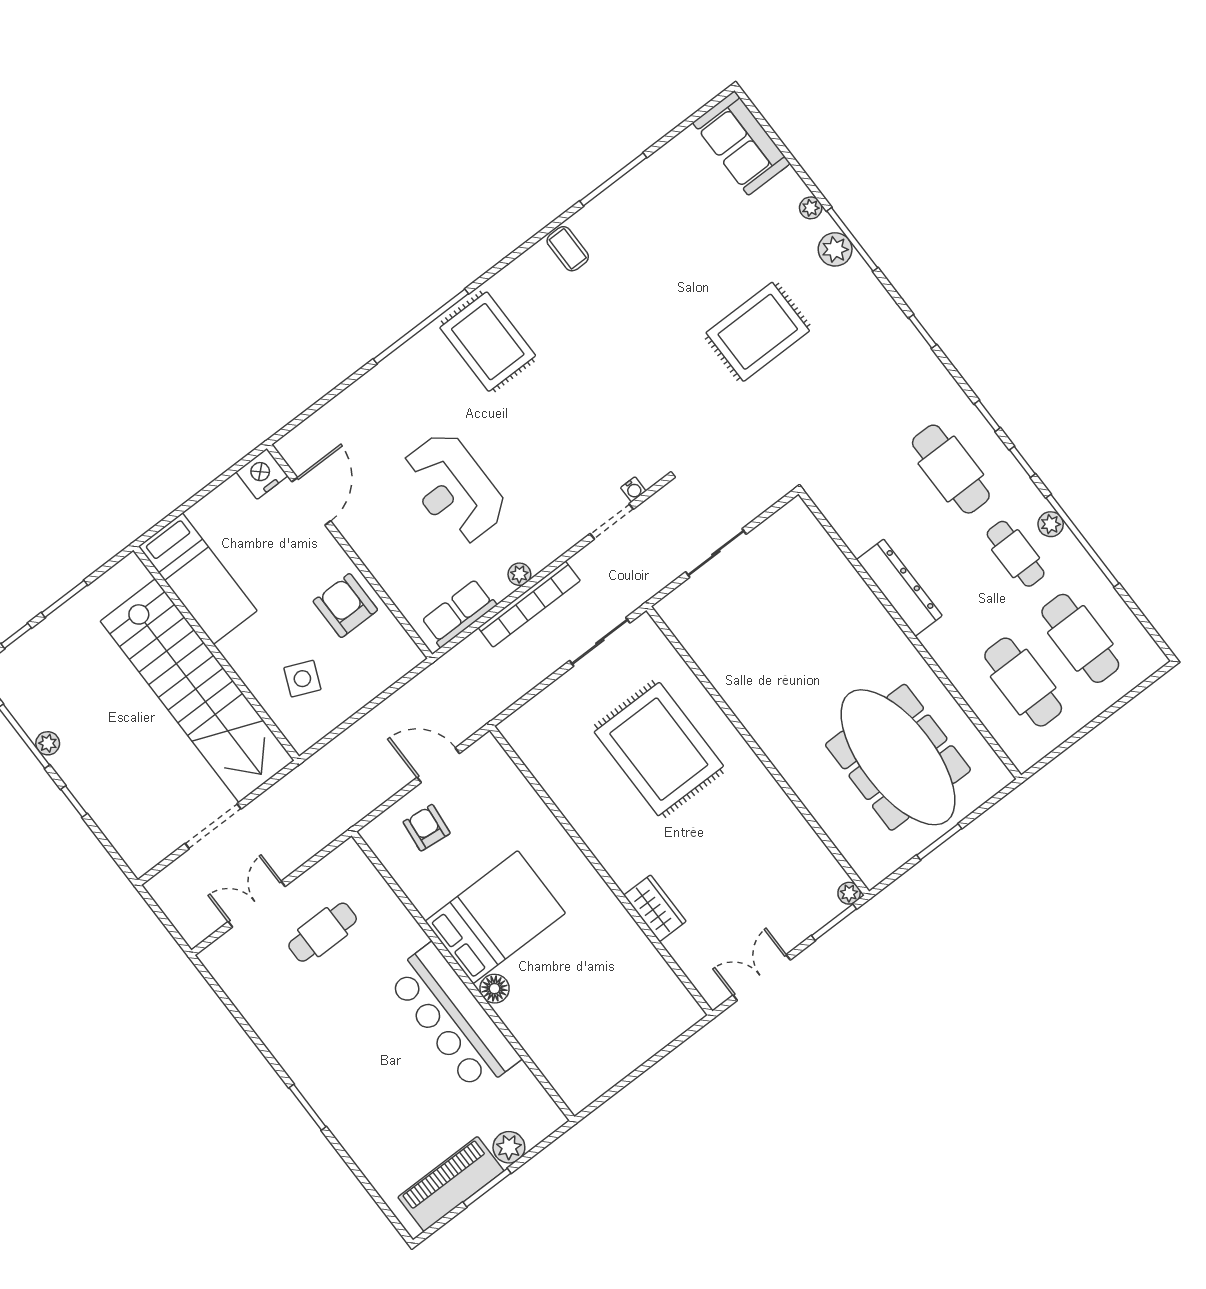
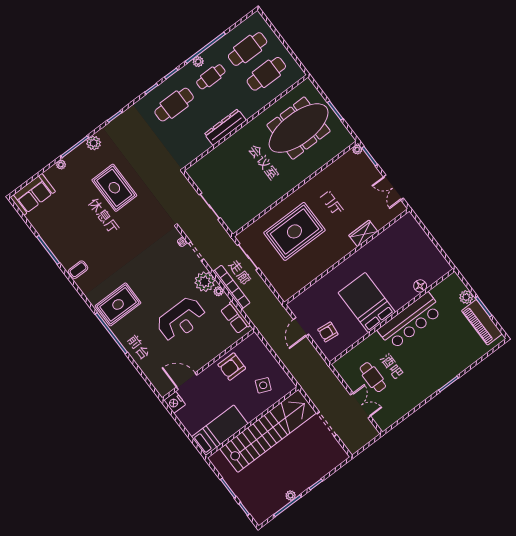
plant: (835, 249) -> (94, 143), moved
plant: (541, 542) -> (205, 282), added
double door: (257, 904) -> (361, 406), swing flipped
floor lamp: (495, 989) -> (420, 286), moved

